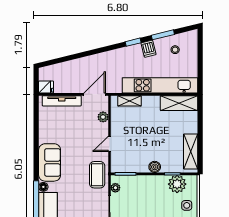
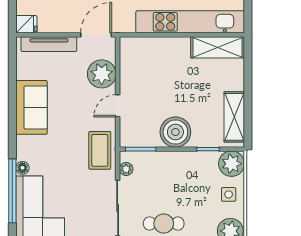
shelving: (129, 101) -> (146, 44), removed
plant: (103, 117) -> (102, 74), width x1.88, depth x1.88
sofa: (50, 162) -> (32, 107), moved
boiler: (155, 167) -> (175, 132), width x1.86, depth x1.86
plant: (177, 184) -> (232, 164), moved

